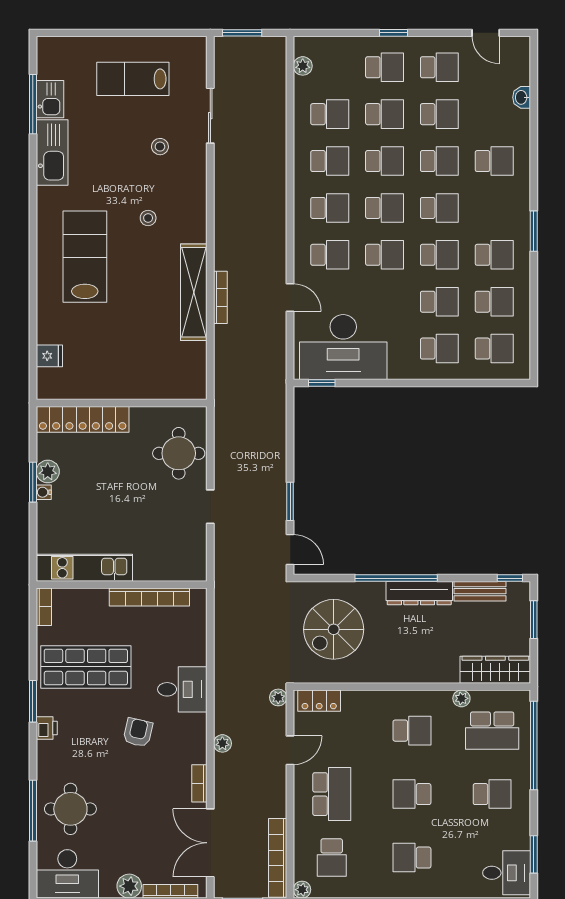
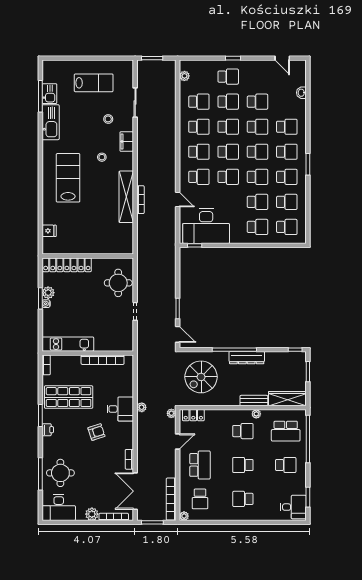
school desk: (439, 67) -> (287, 152), moved
lab bench: (133, 79) -> (94, 83), turned 180
filing cabinet: (195, 189) -> (127, 142), added
bench: (480, 591) -> (254, 401), moved
plant: (461, 698) -> (256, 414), moved
armchair: (138, 732) -> (96, 432), turned 59
plant: (222, 743) -> (142, 407), moved

